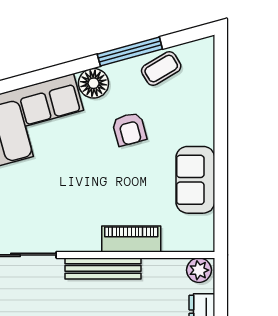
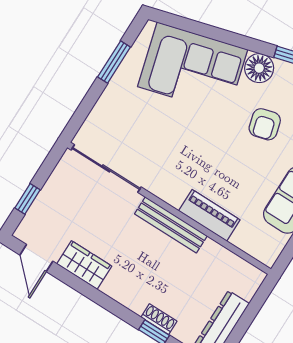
plant: (199, 270) -> (249, 276), removed

